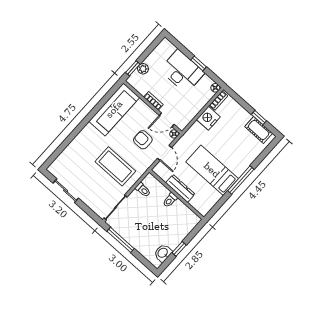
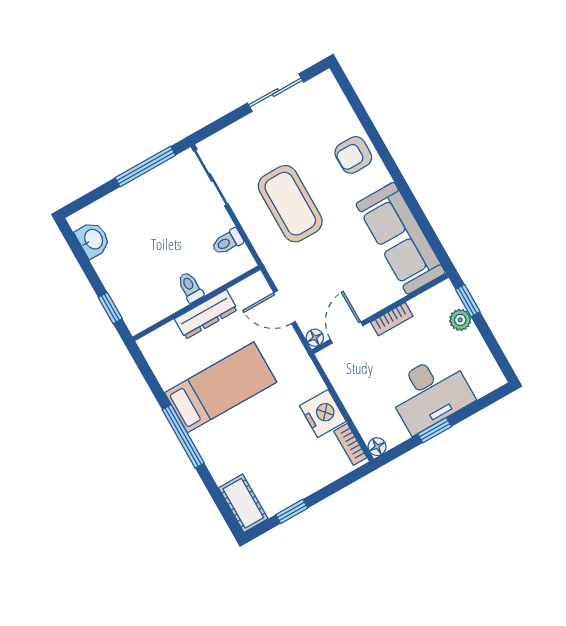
cot: (259, 130) -> (243, 503), moved, turned 90
armchair: (143, 140) -> (353, 155), moved, turned 180
coffee table: (115, 166) -> (290, 204), turned 90
window: (179, 249) -> (110, 308), moved

